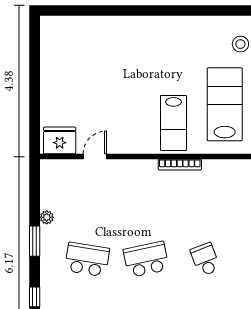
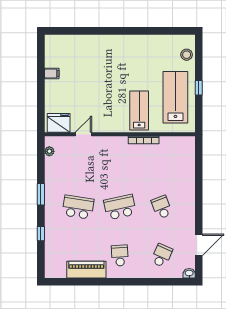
filing cabinet: (50, 71) -> (52, 73), added
lab bench: (173, 123) -> (139, 110), turned 180
plant: (47, 217) -> (49, 151), moved

